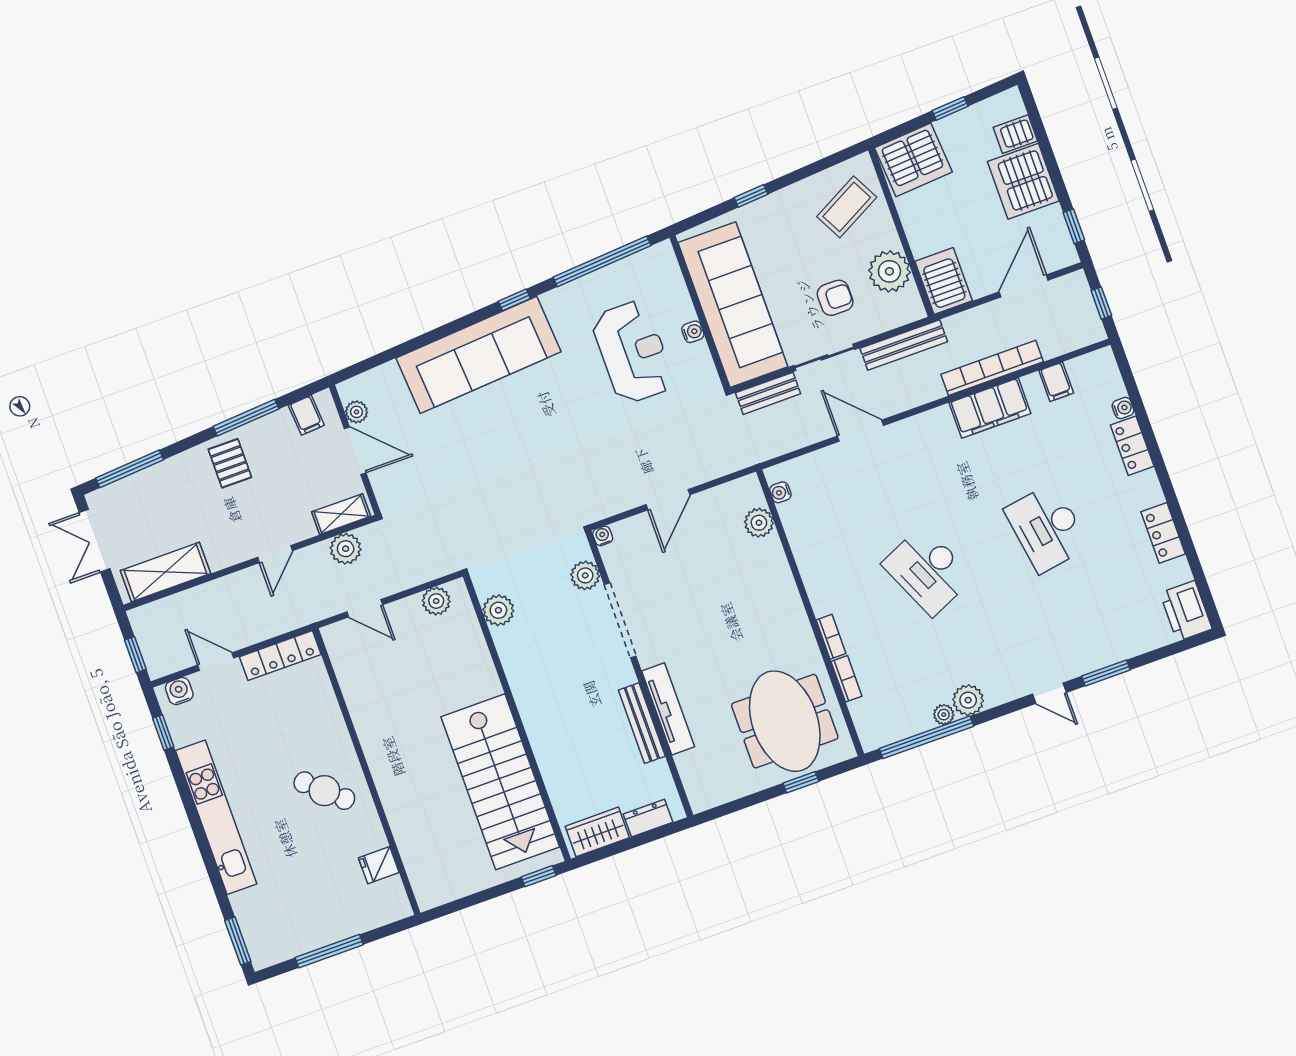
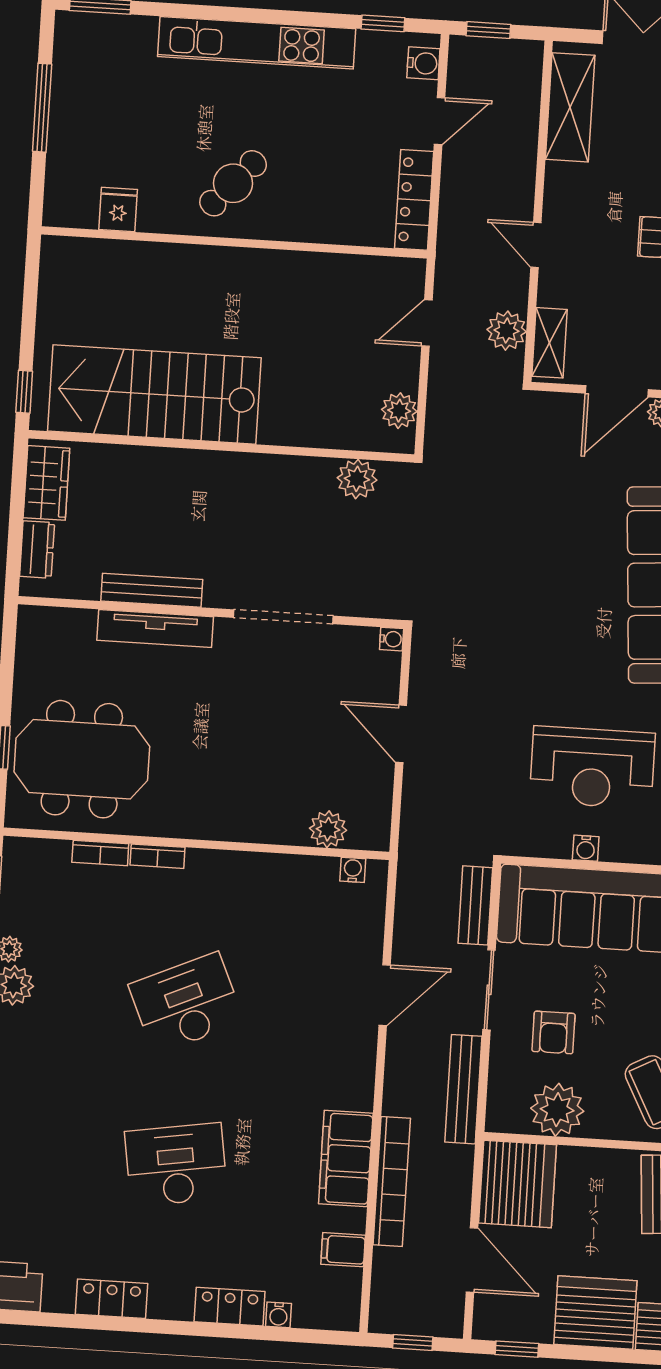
server rack: (944, 281) -> (517, 1184), width x1.60
plant: (585, 575) -> (354, 599), removed

